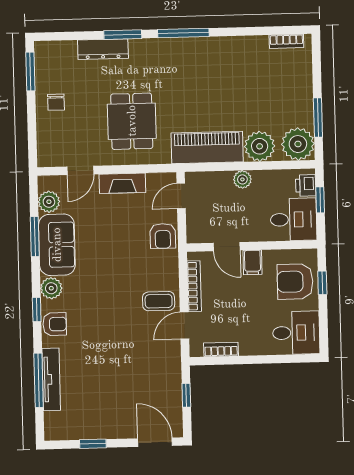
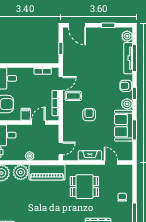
dining table: (132, 121) -> (84, 187), turned 90
door: (80, 170) -> (111, 163), hinge flipped
plant: (49, 202) -> (127, 36), moved
armchair: (163, 236) -> (89, 115), moved
door: (227, 247) -> (38, 122), hinge flipped

